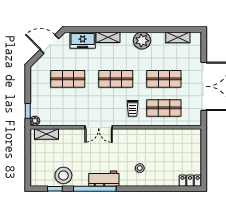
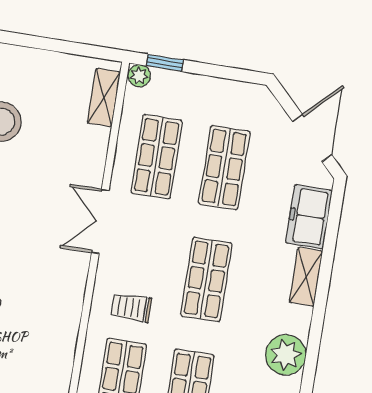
shop shelf: (68, 108) -> (157, 157), added

